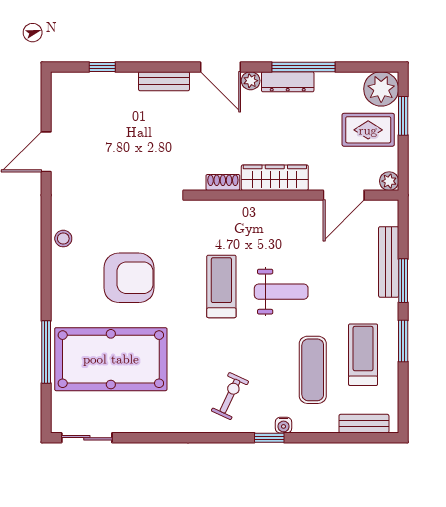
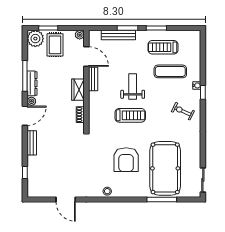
wardrobe: (275, 178) -> (78, 90), width x0.67
armchair: (129, 278) -> (126, 160), turned 180
treadmill: (221, 286) -> (130, 115), turned 180
bench: (364, 424) -> (93, 79), moved

